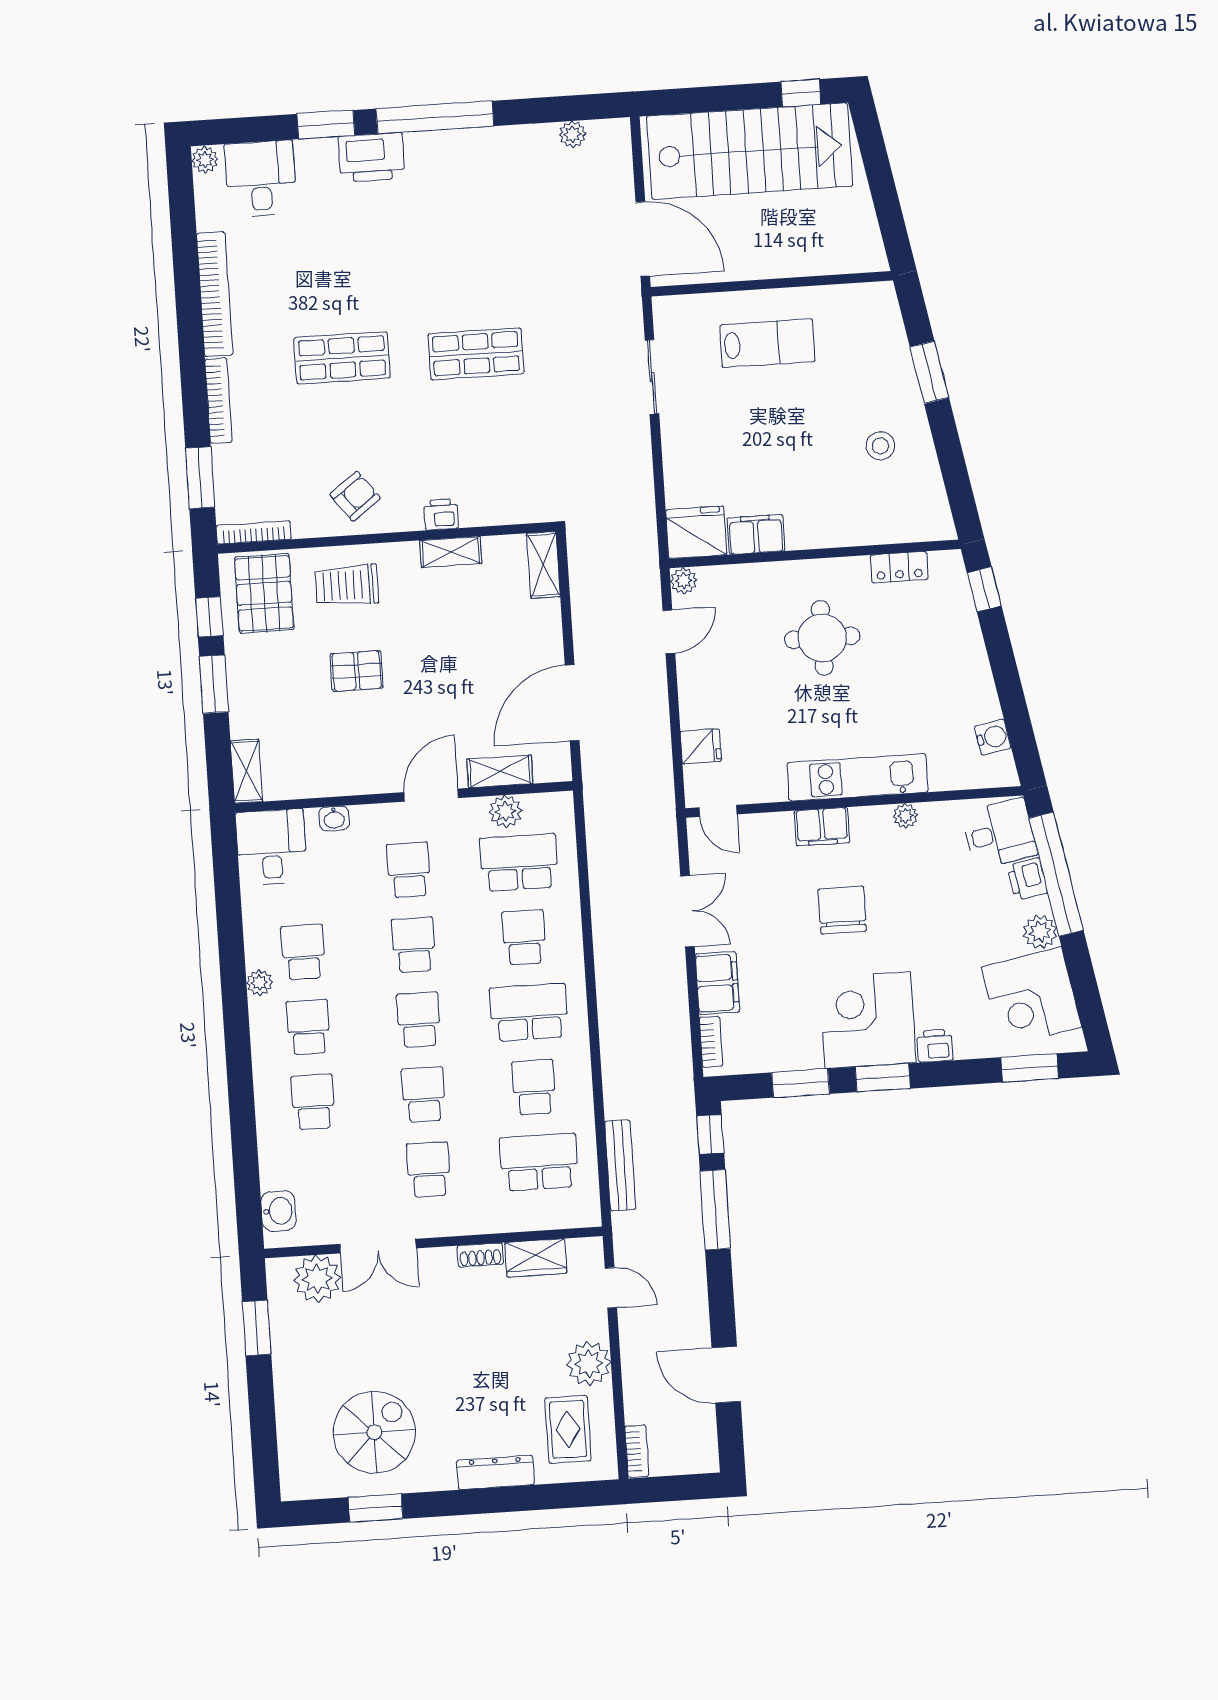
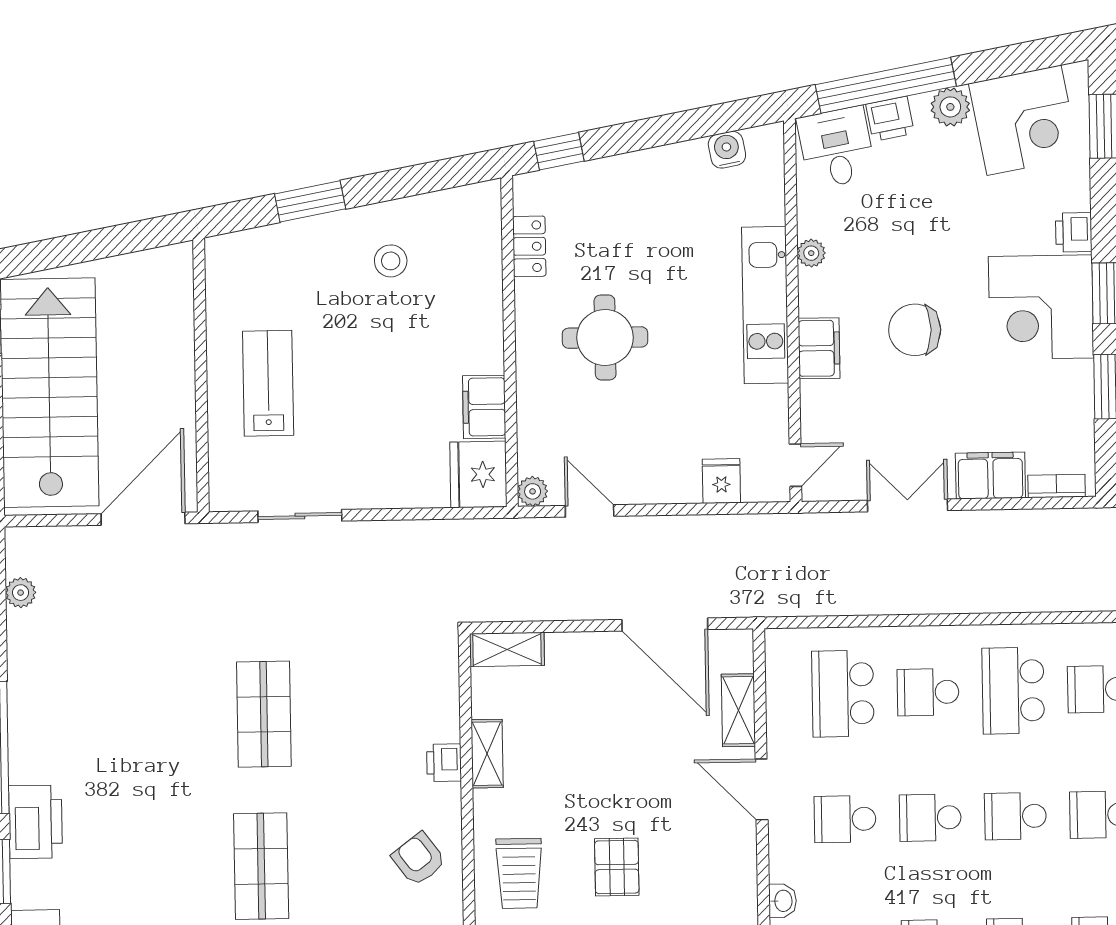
plant: (505, 811) -> (784, 706), removed

